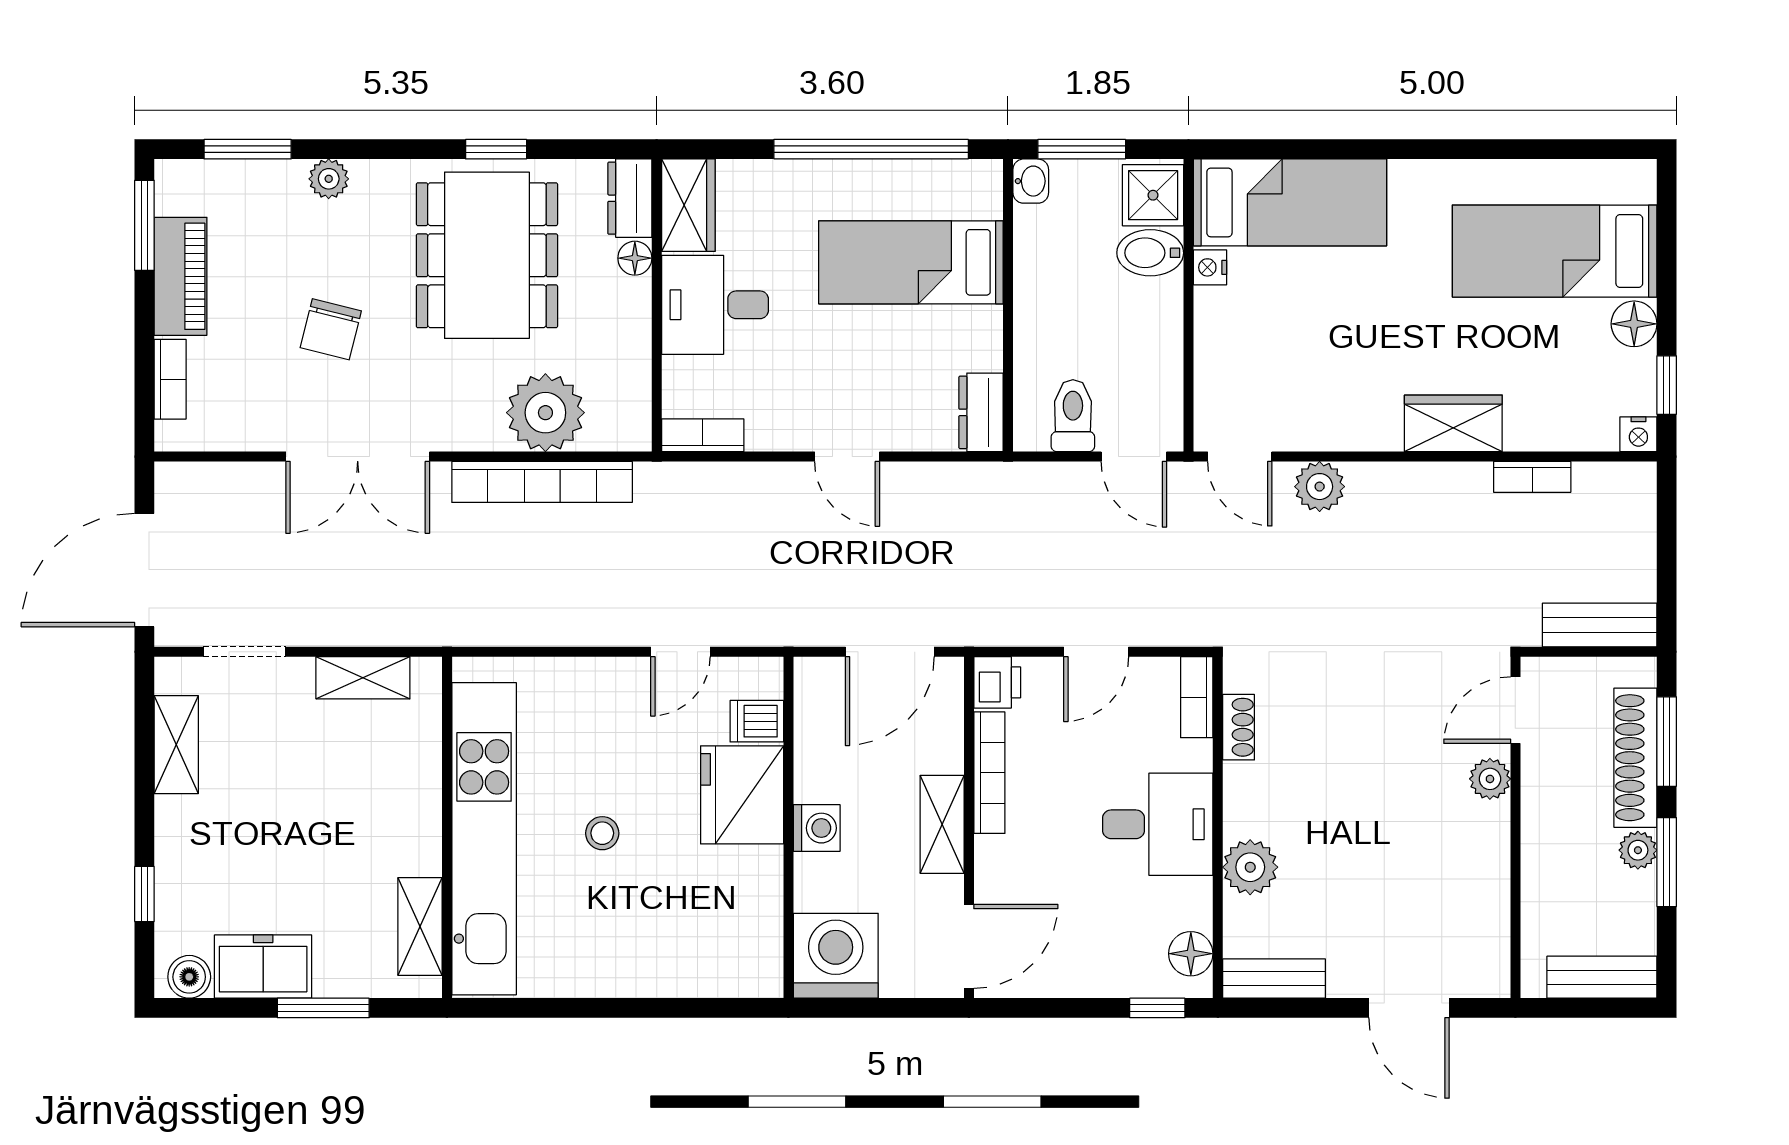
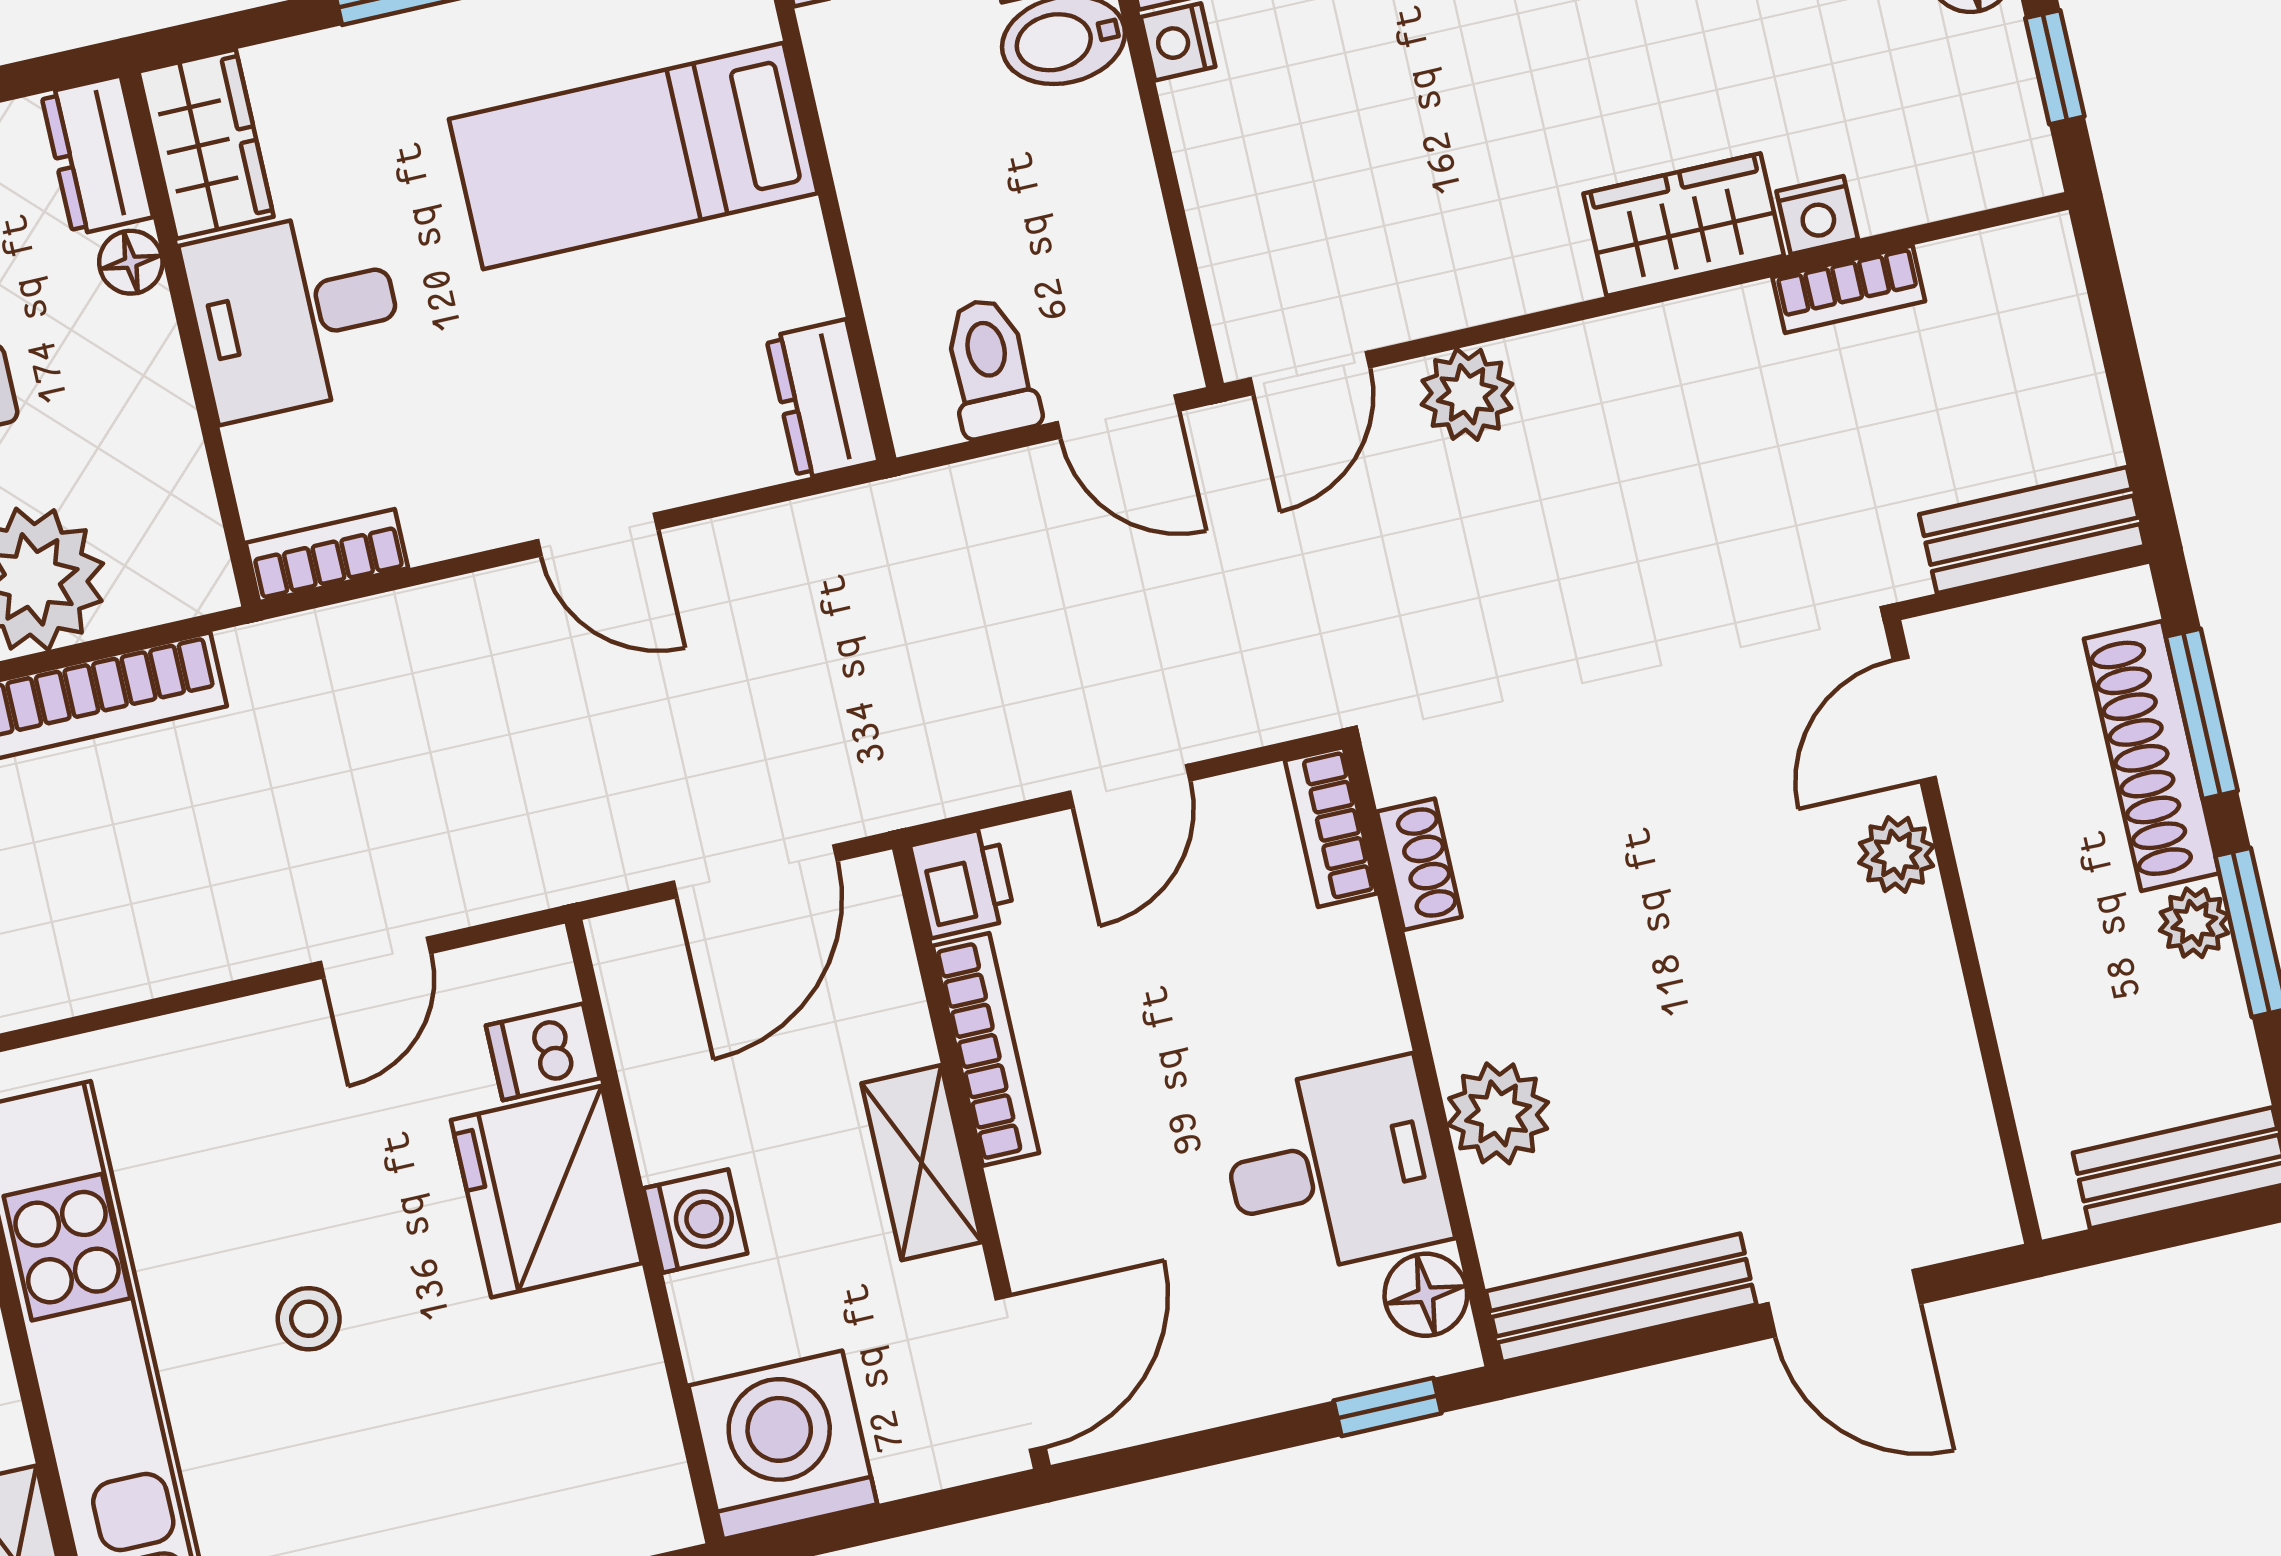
nightstand: (1638, 434) -> (1817, 215), moved
door: (1240, 457) -> (1310, 373), hinge flipped
desk: (1158, 824) -> (1334, 1168), moved
bench: (1274, 979) -> (1621, 1298), width x1.36

